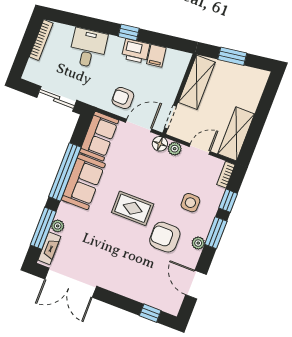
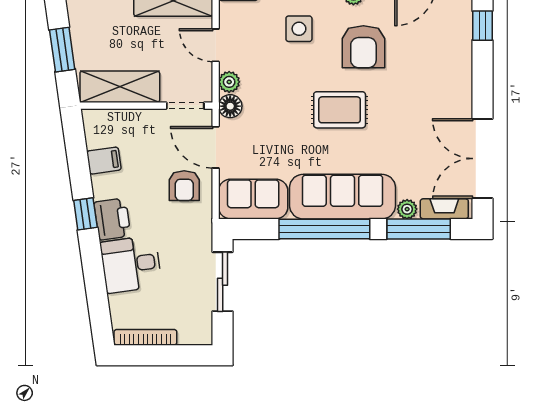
printer: (136, 51) -> (112, 219), moved
sofa: (83, 182) -> (342, 197), width x1.36
rug: (133, 208) -> (340, 110), turned 90
double door: (71, 283) -> (482, 159), swing flipped

